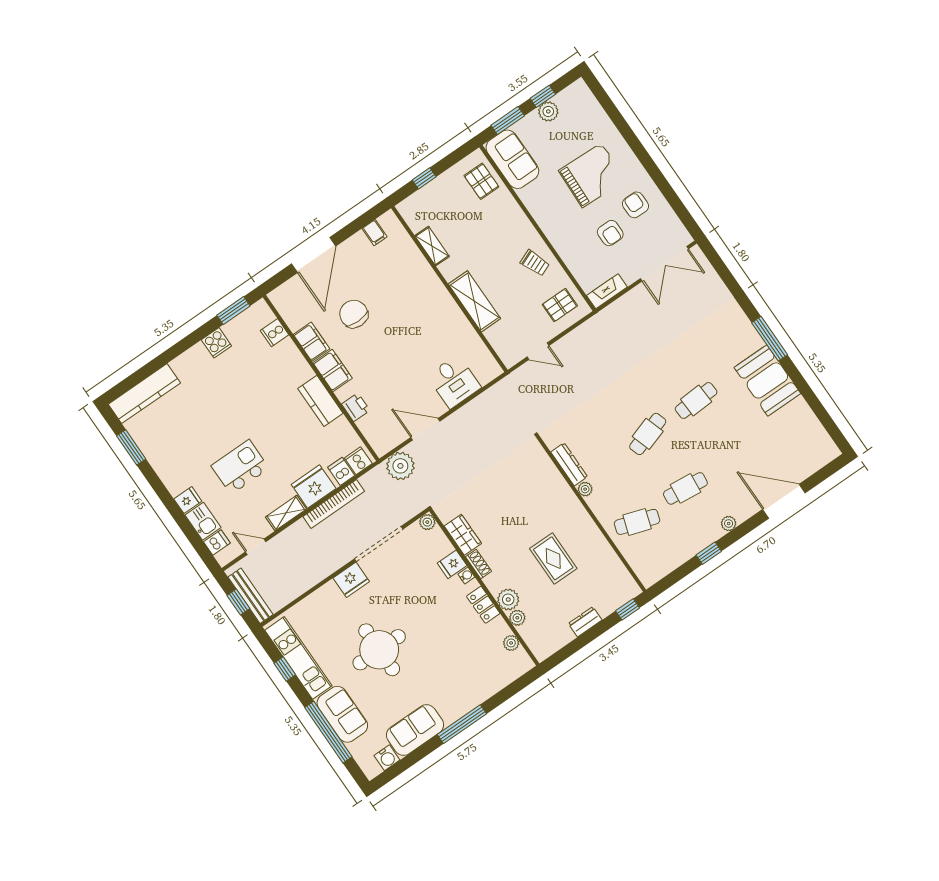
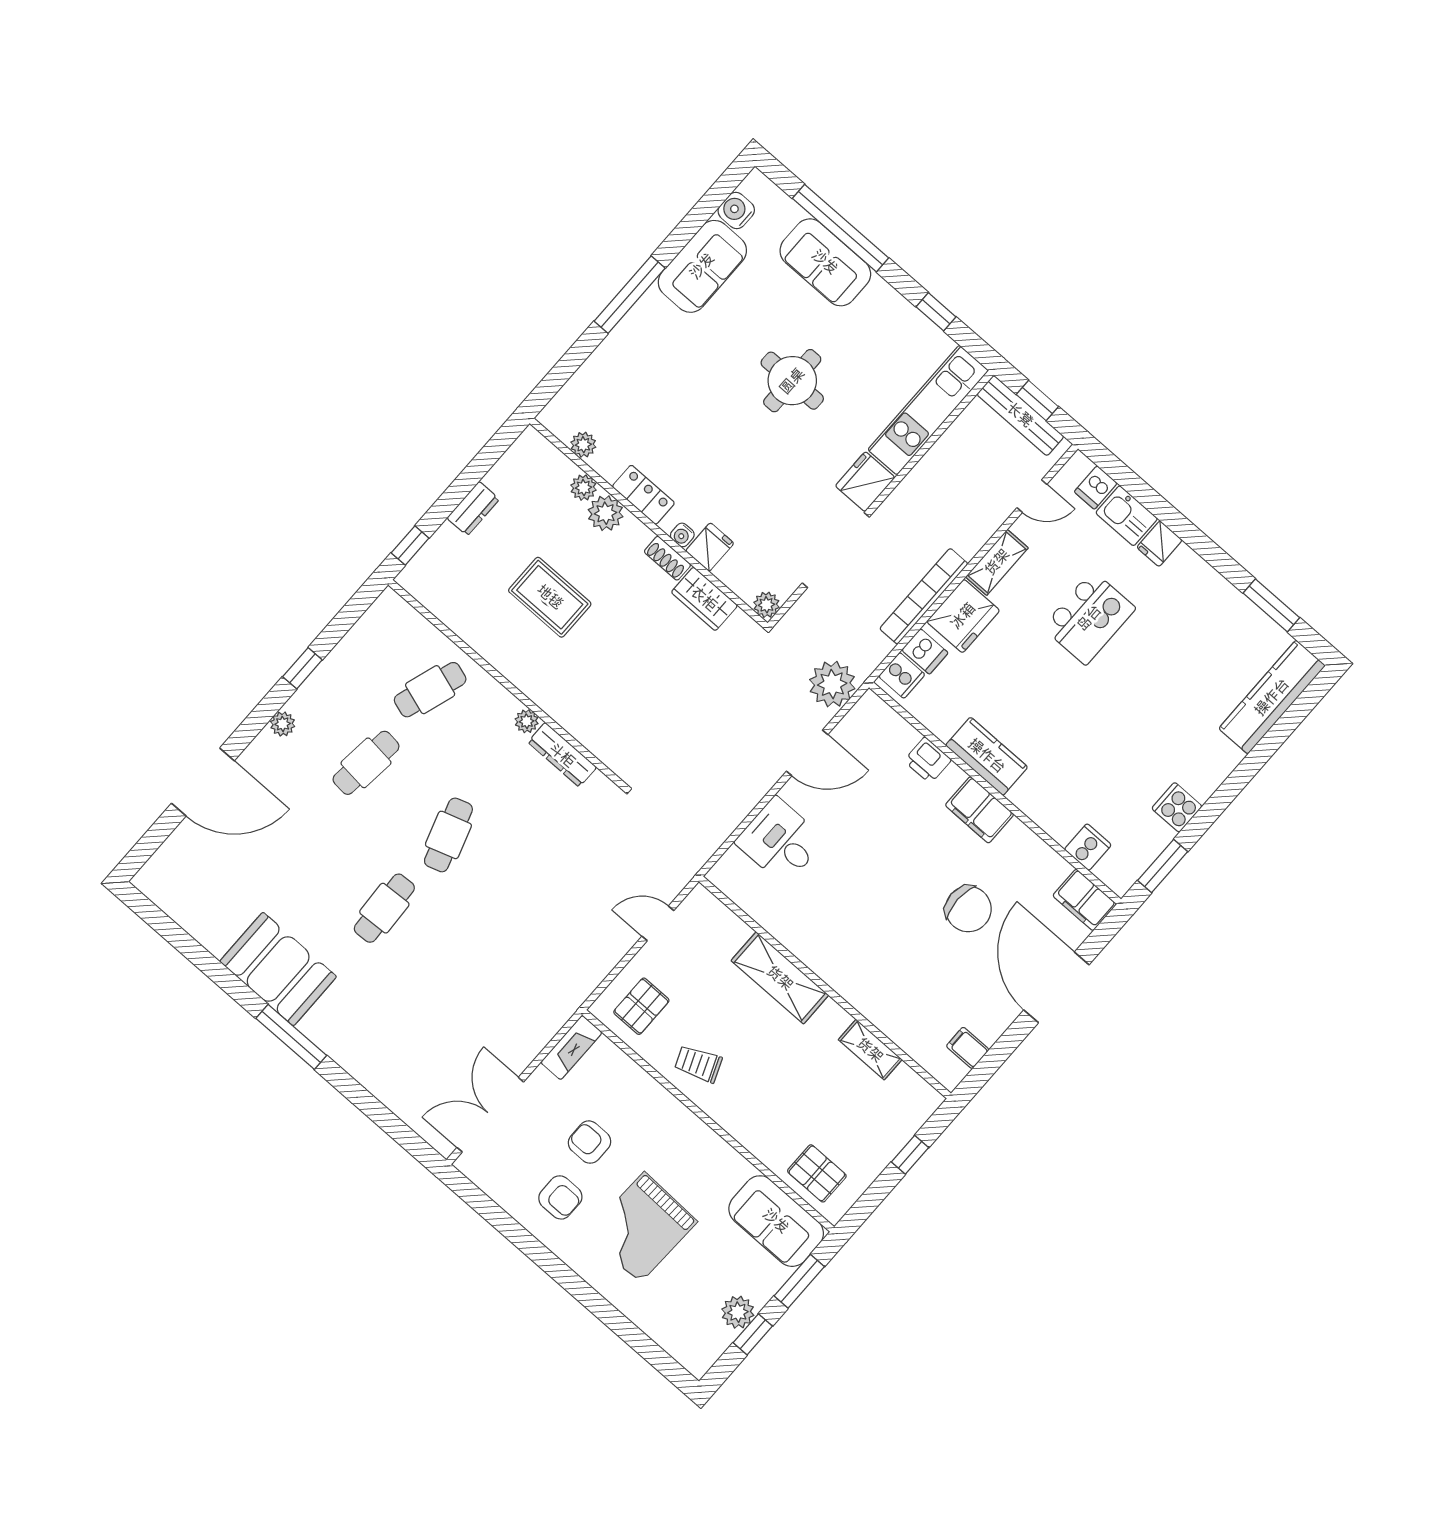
filing cabinet: (312, 342) -> (1085, 900), moved
round table: (379, 650) -> (792, 381), width x0.73, depth x0.73
kitchen unit: (298, 658) -> (928, 410), moved, turned 90

